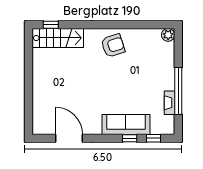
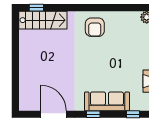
armchair: (113, 46) -> (95, 27), turned 108
window: (130, 138) -> (93, 114), moved

